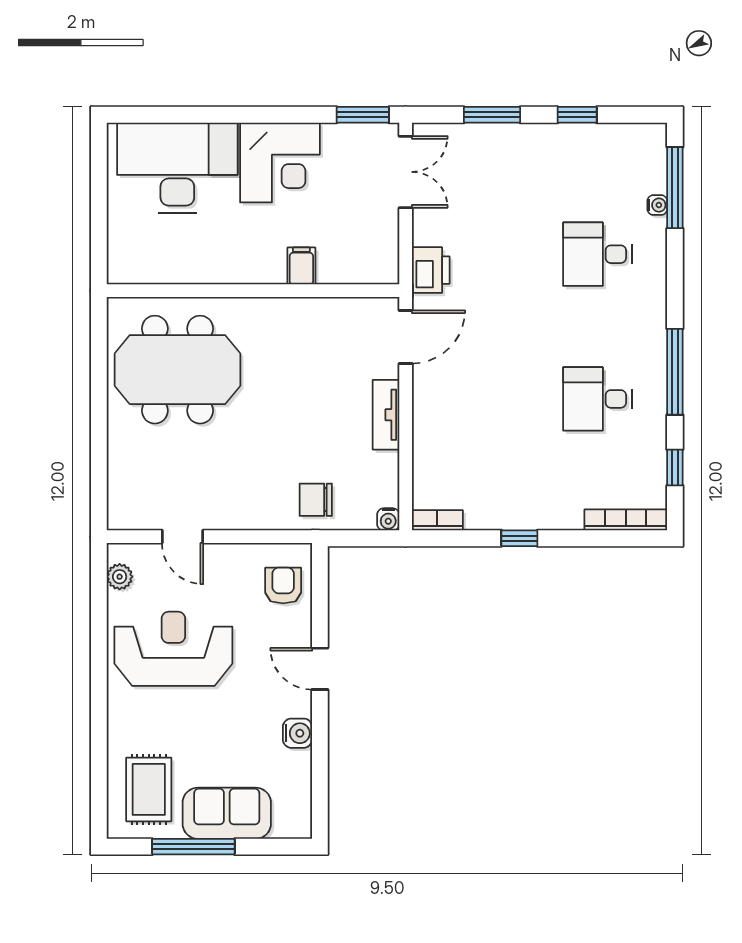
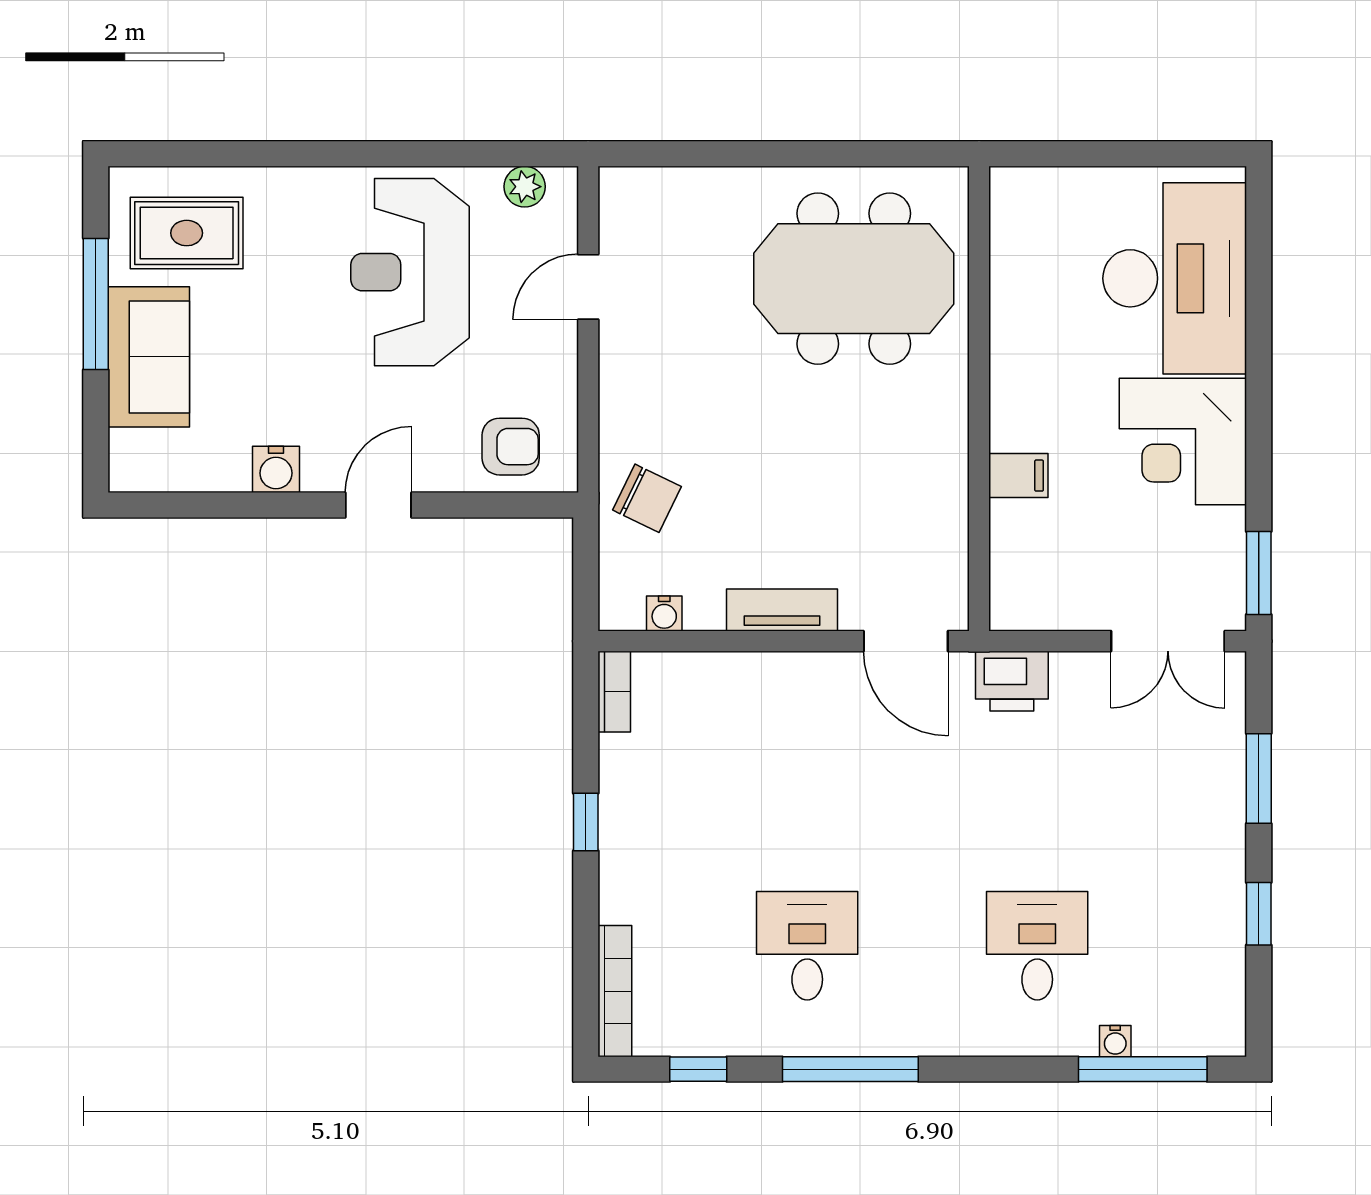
meeting table: (177, 370) -> (854, 279), turned 90
chair: (316, 500) -> (647, 498), turned 116
water cooler: (388, 519) -> (664, 614), moved, turned -90
reception desk: (173, 649) -> (410, 272), turned 180

